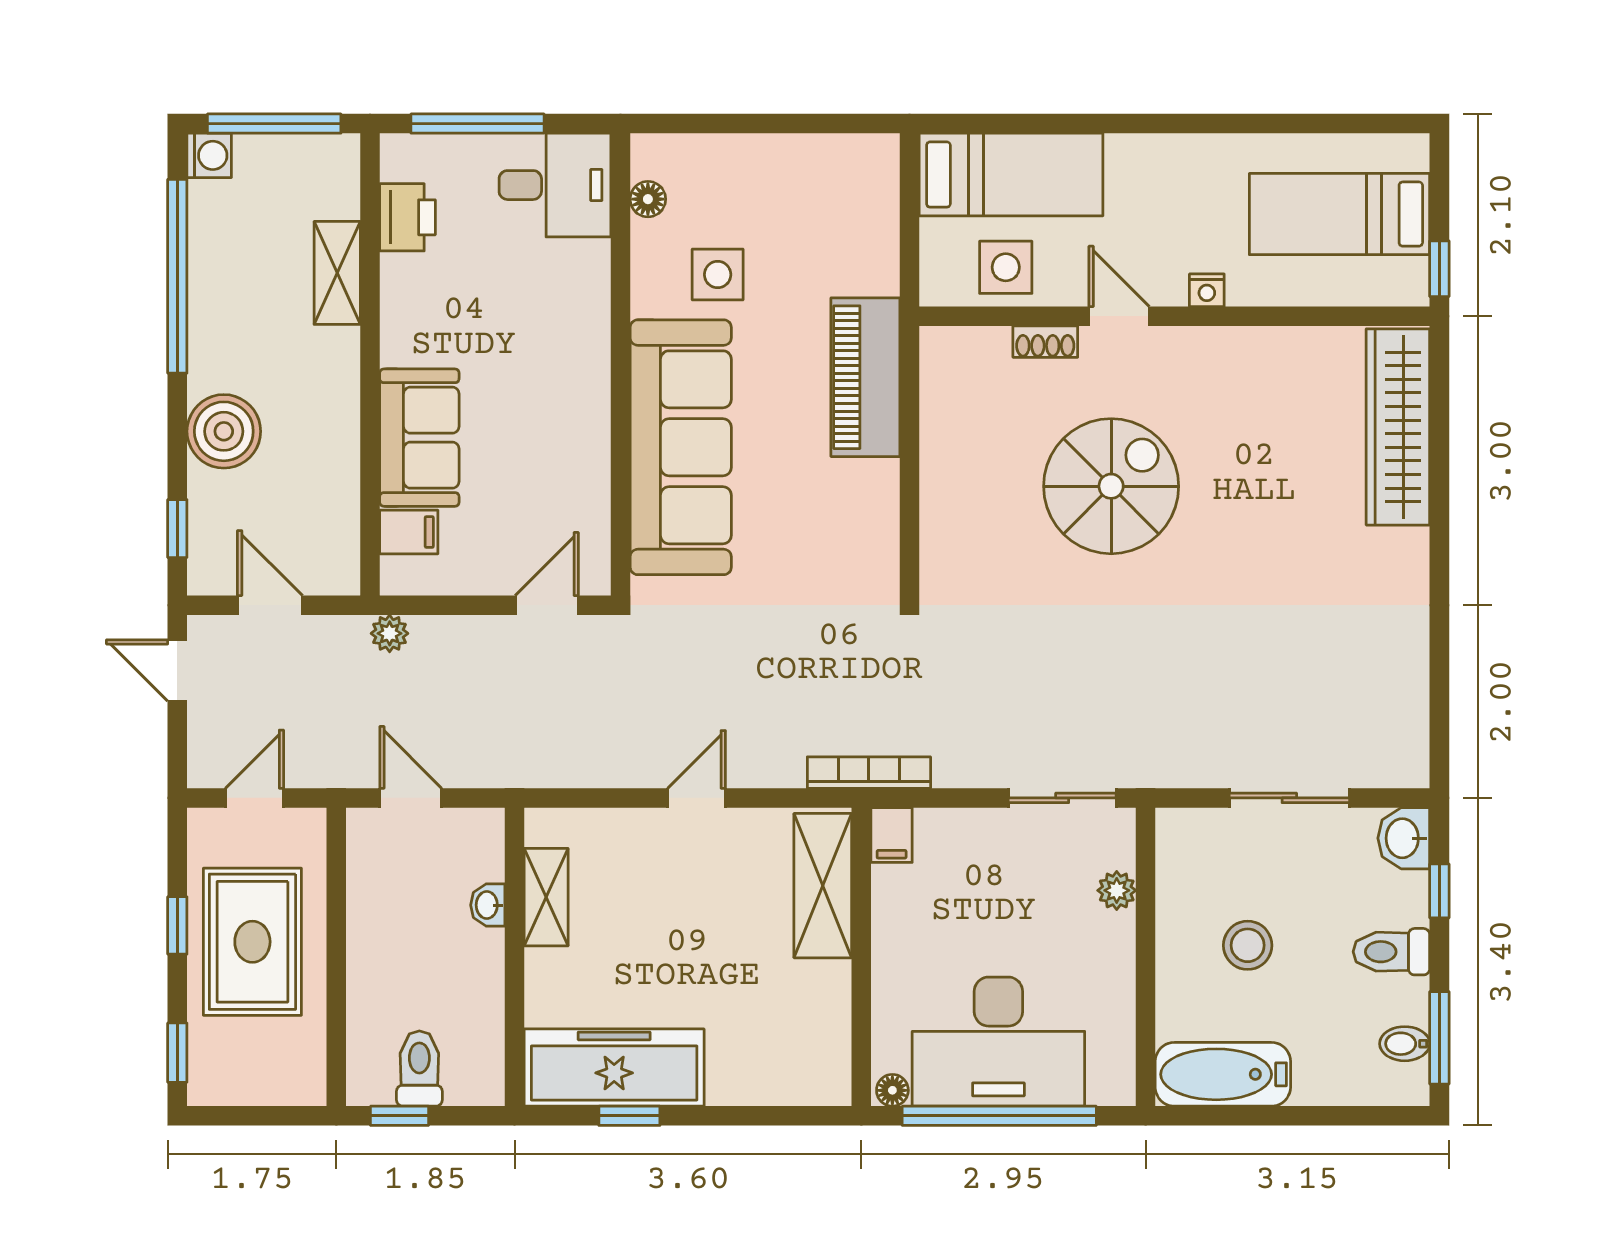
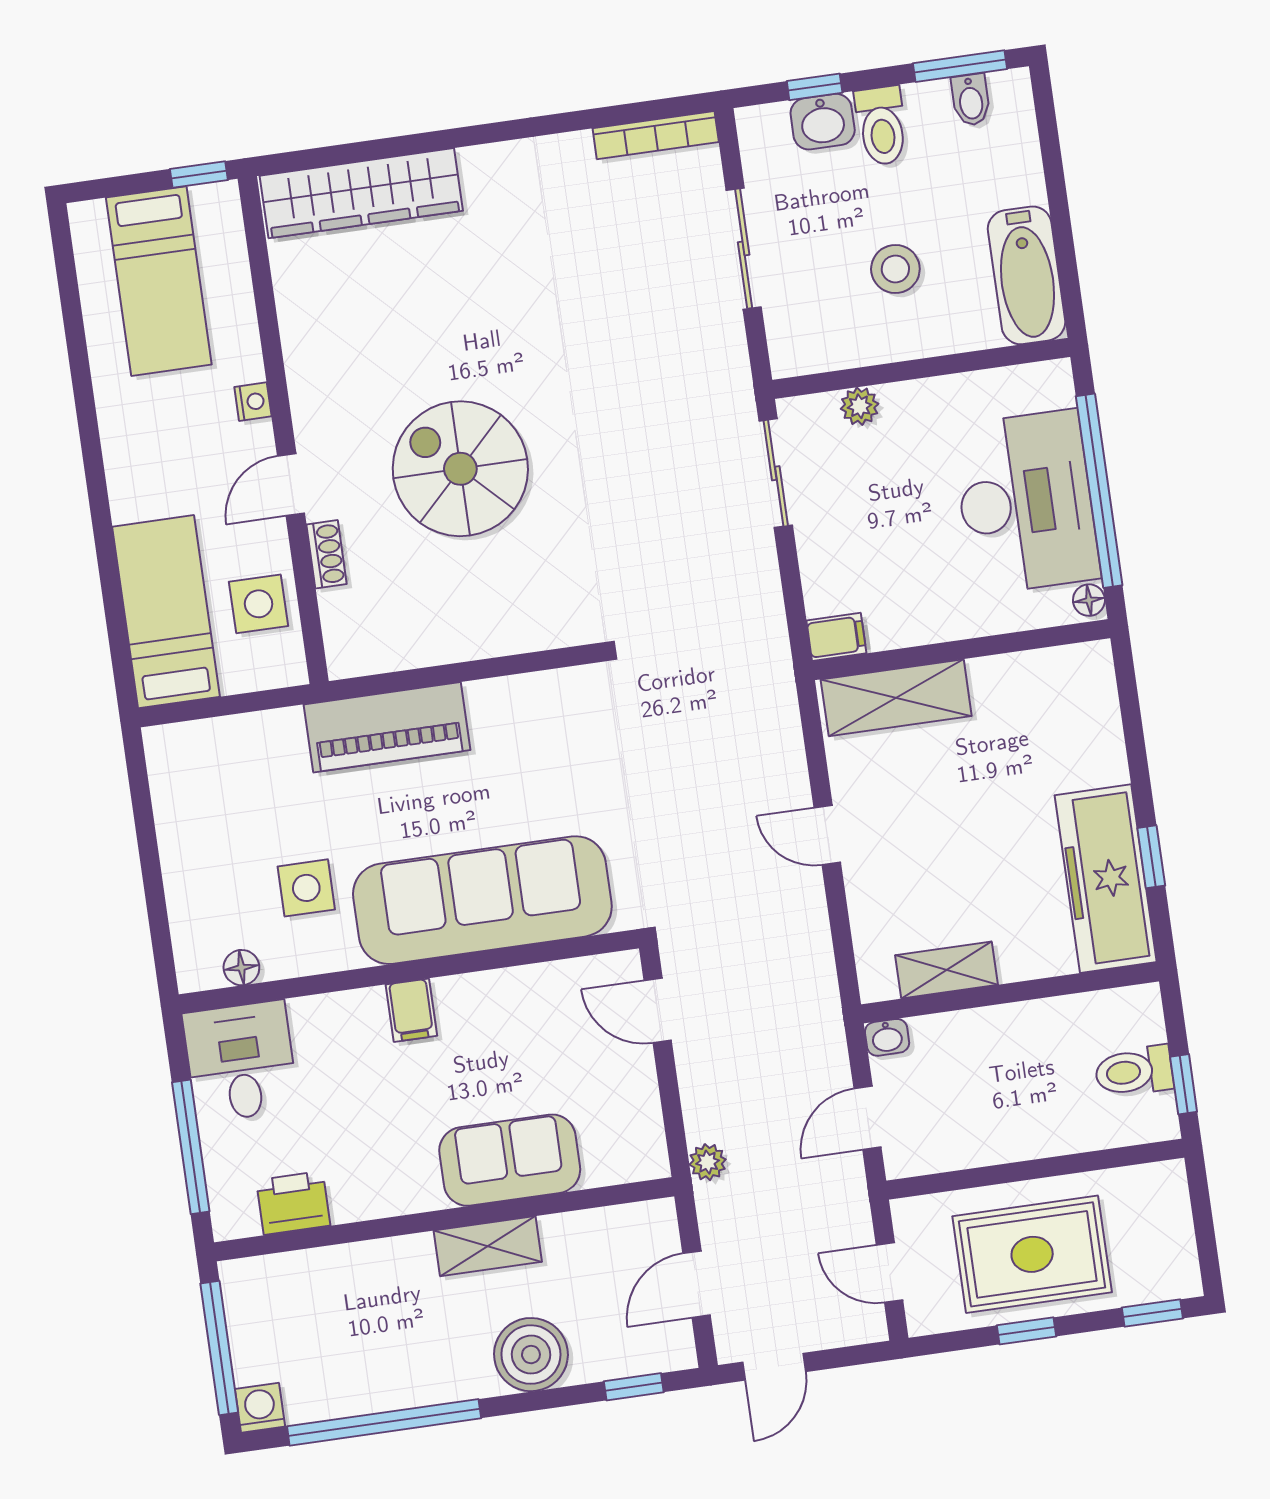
shelving: (337, 273) -> (488, 1246), moved
filing cabinet: (409, 532) -> (411, 1010), moved, turned 180
bookcase: (869, 773) -> (656, 135), moved, turned -90
washbasin: (1404, 838) -> (823, 122), moved
washbasin: (488, 905) -> (887, 1037), moved

